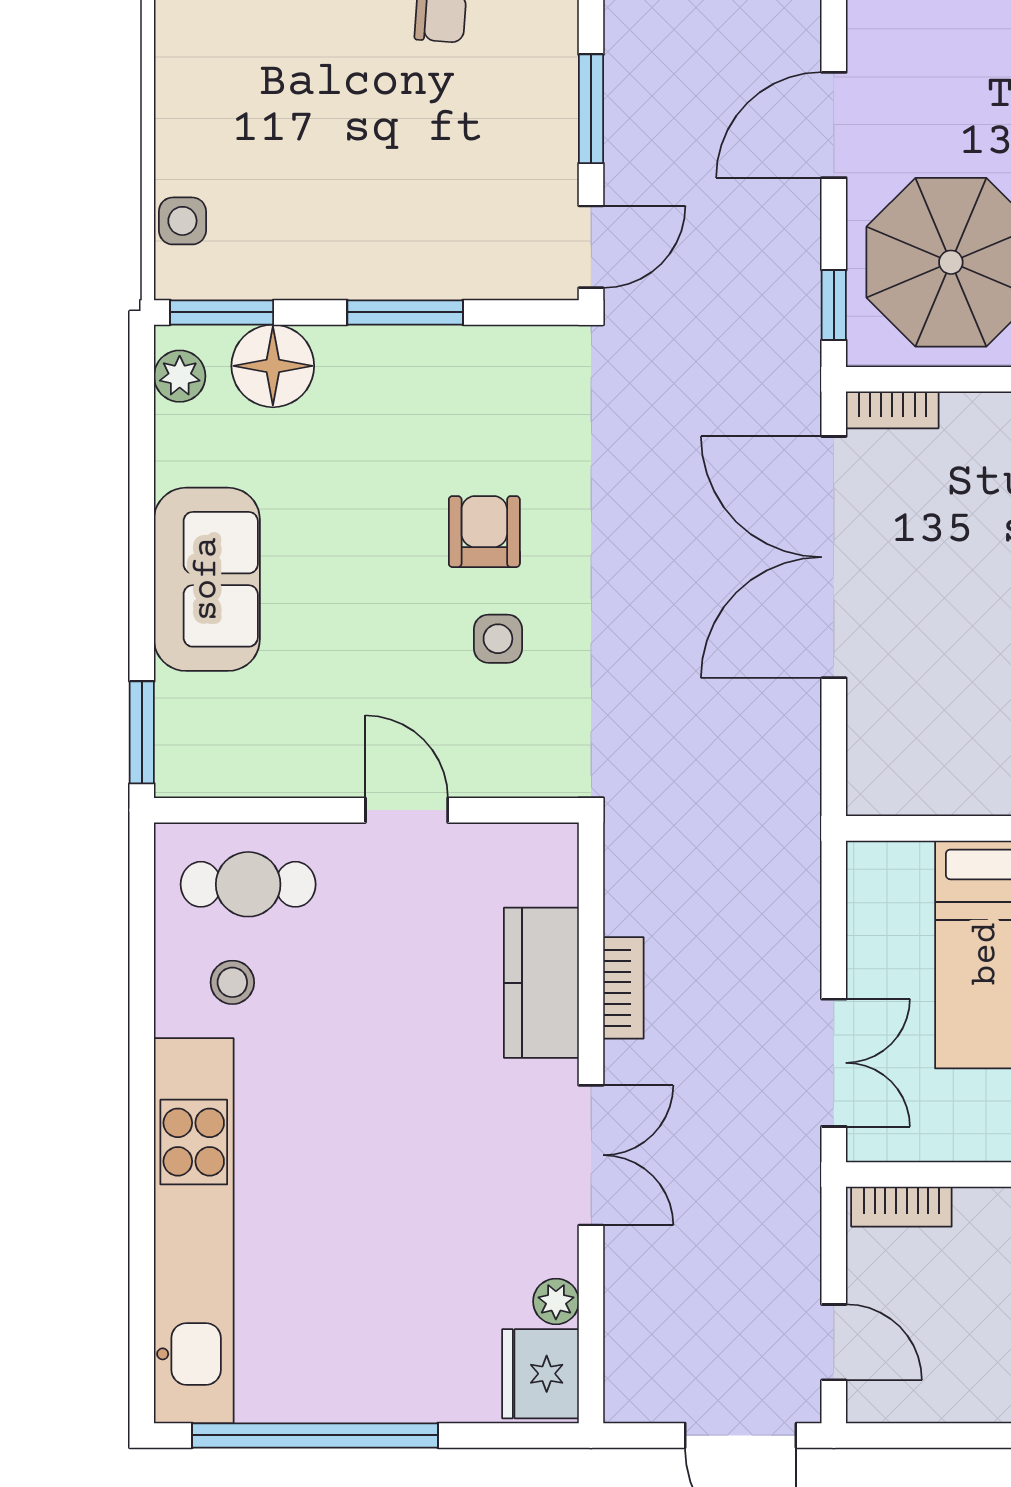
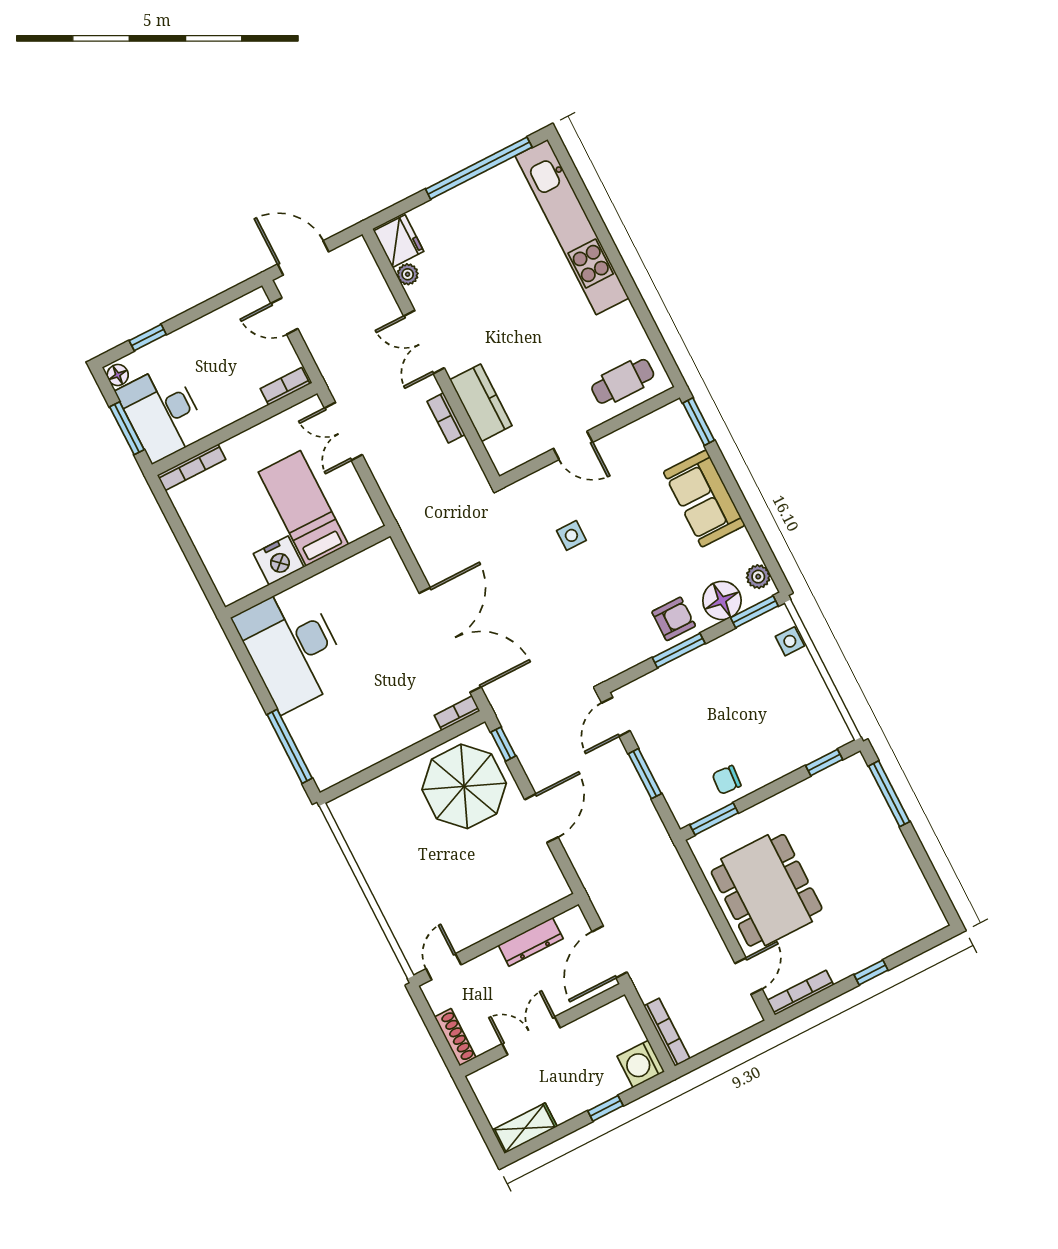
armchair: (484, 532) -> (674, 619), moved, turned -90
stool: (232, 982) -> (609, 338), removed

